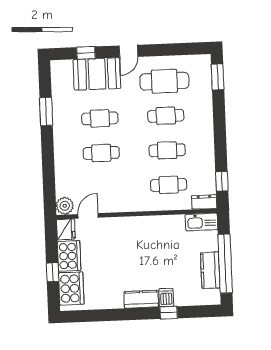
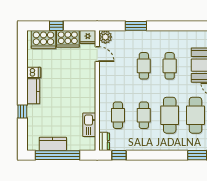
window: (46, 112) -> (136, 26), moved
cafe table: (166, 116) -> (170, 115), width x1.37, depth x1.35
kitchen sink: (201, 222) -> (89, 125), moved
dishwasher: (166, 298) -> (34, 72), moved

